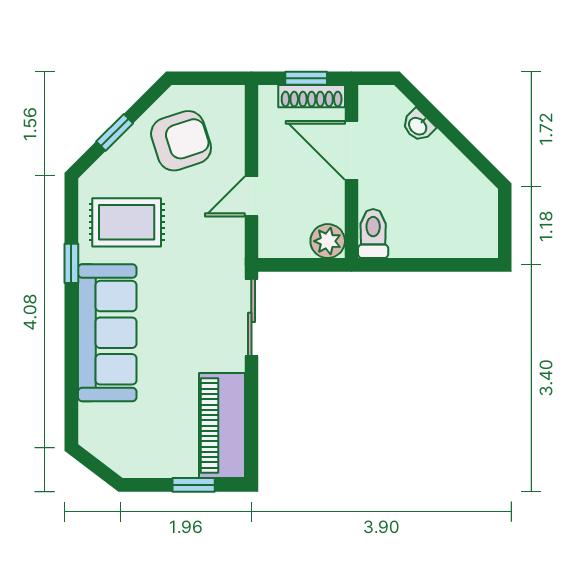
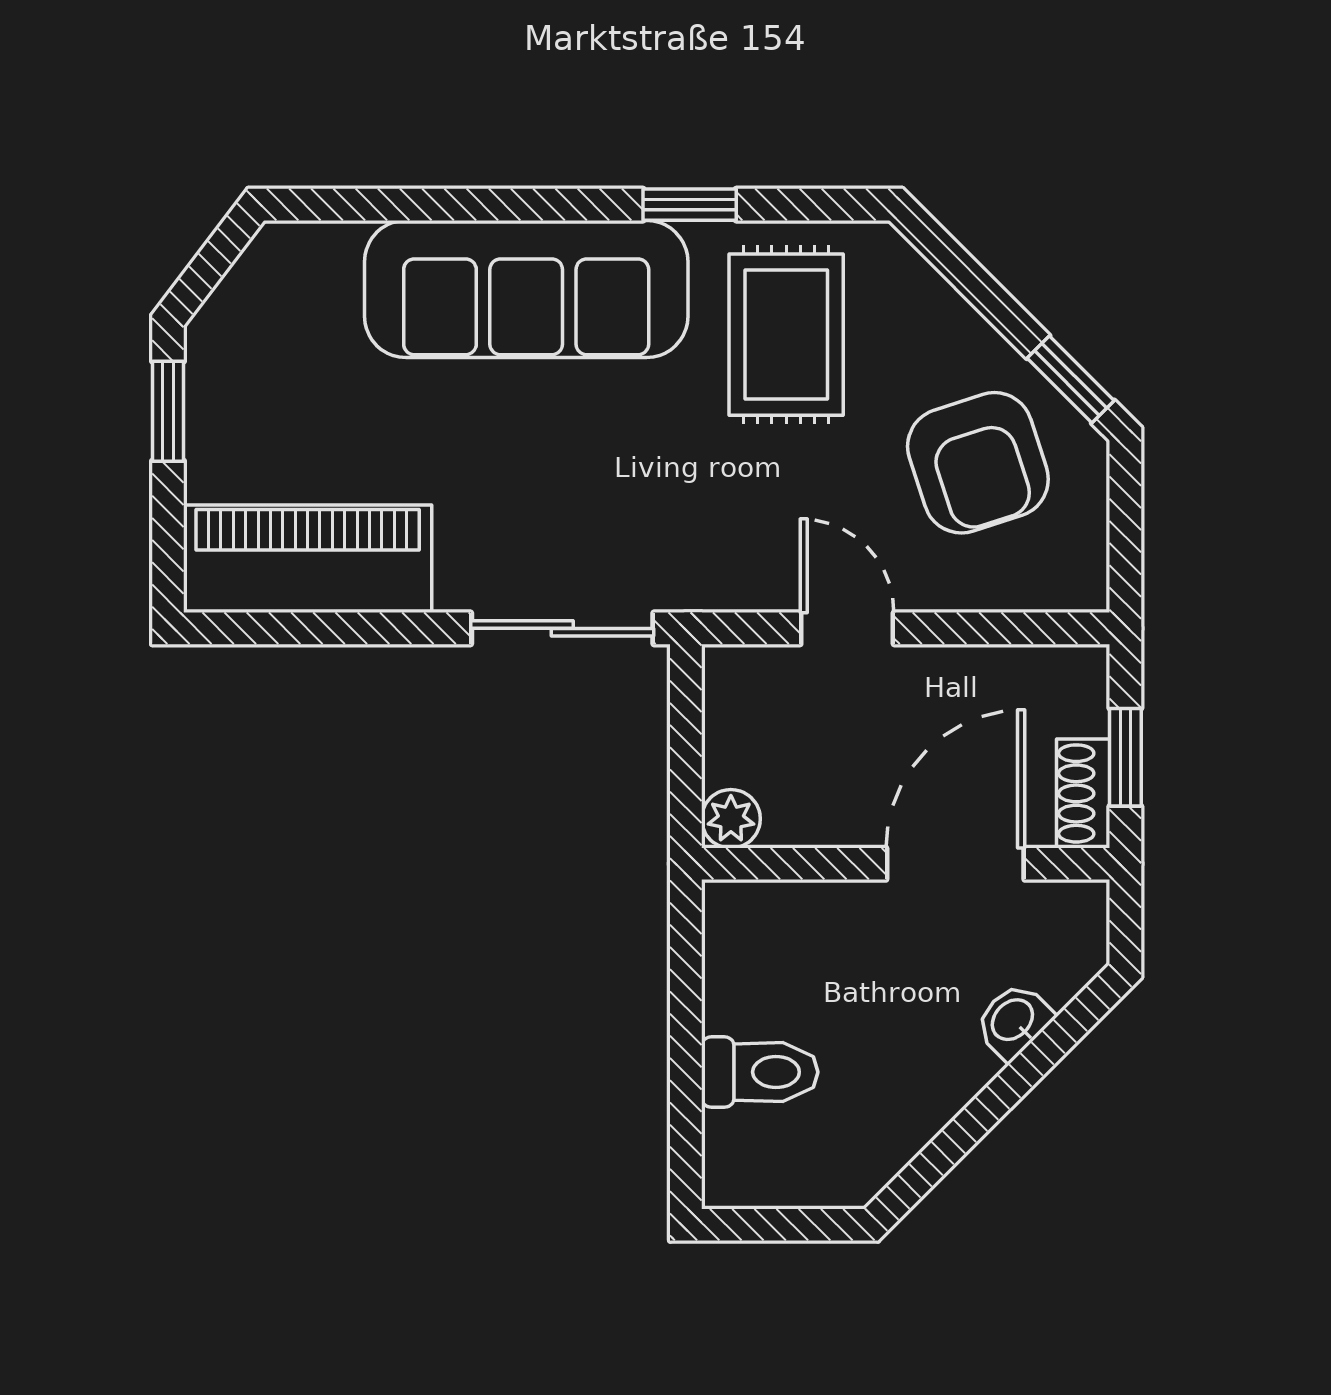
shoe rack: (312, 96) -> (1083, 793), width x0.70
window: (115, 132) -> (1071, 379), moved
toilet: (373, 234) -> (760, 1072), moved
plant: (328, 241) -> (731, 819), width x0.73, depth x0.73
window: (194, 485) -> (168, 411), moved

